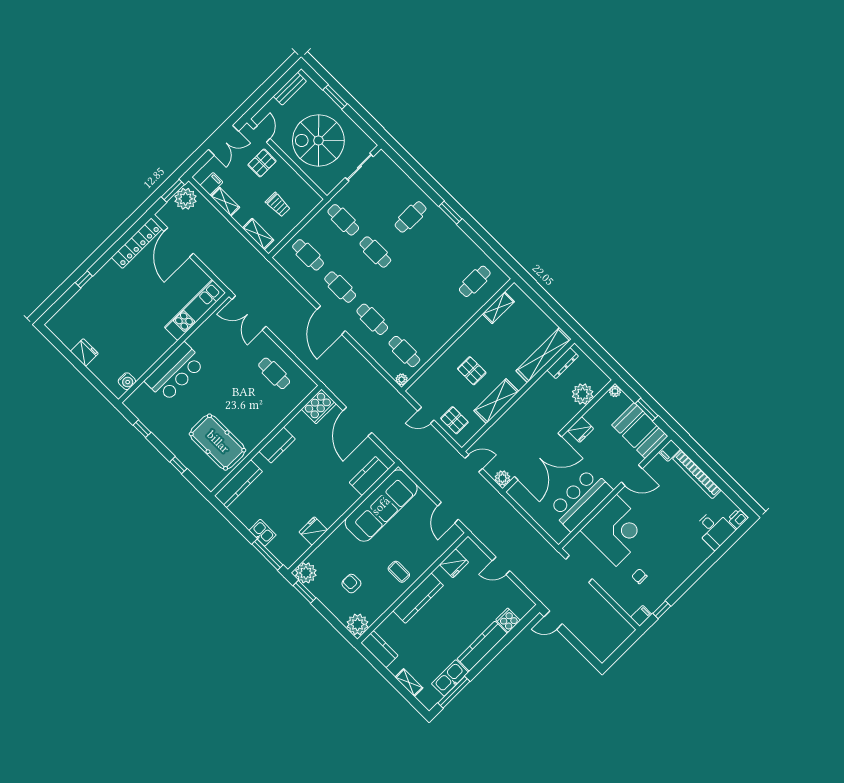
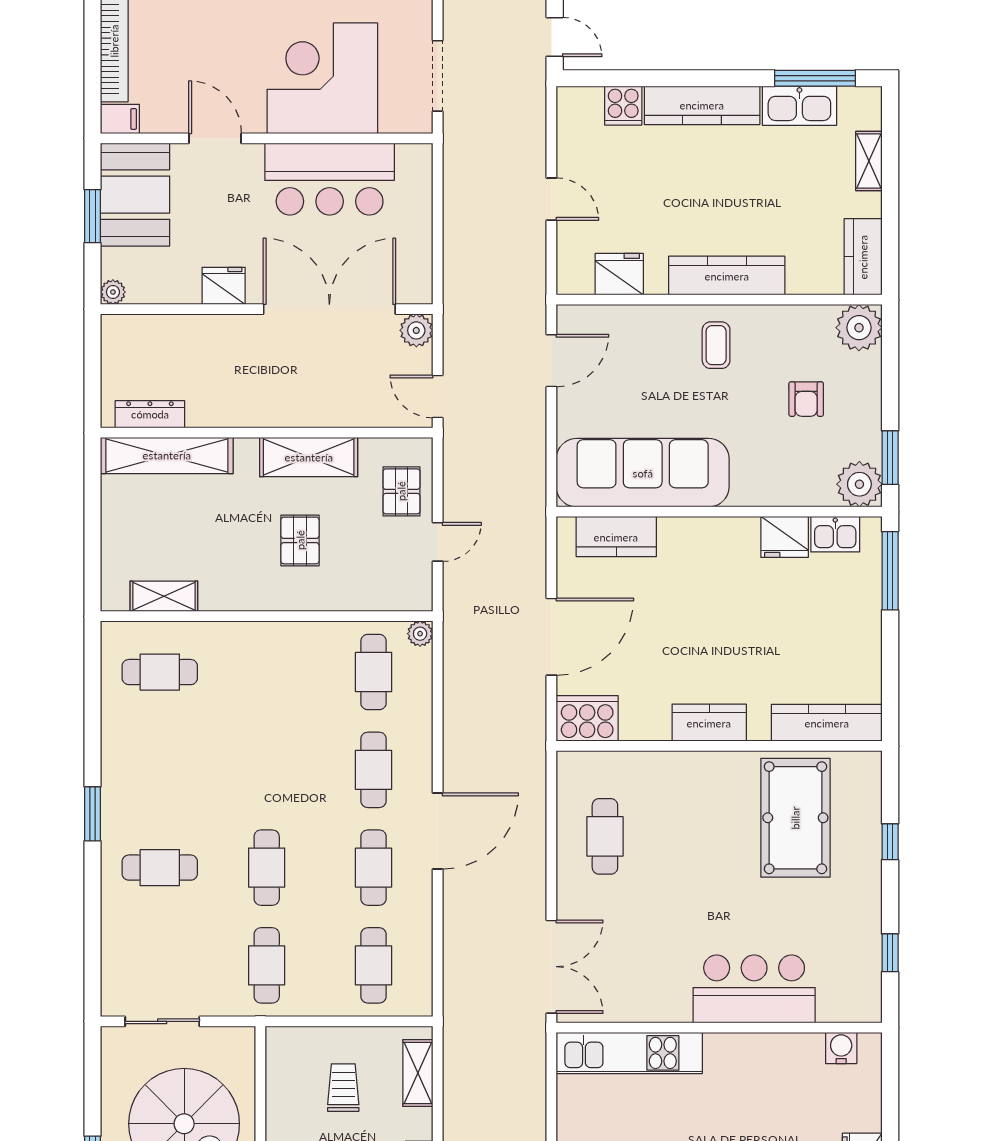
plant: (583, 394) -> (167, 337), removed
door: (426, 415) -> (438, 542), hinge flipped
kitchen sink: (262, 533) -> (835, 534), moved, turned -90

